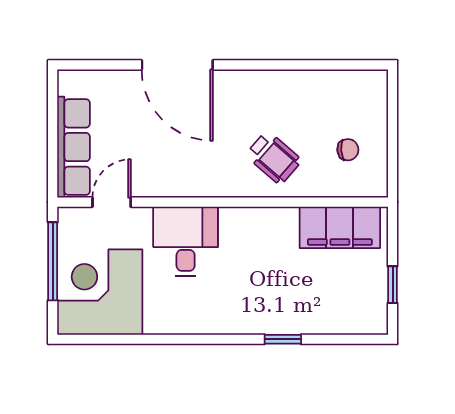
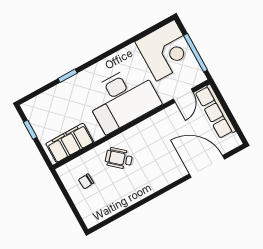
door: (177, 65) -> (207, 166), moved
desk: (186, 242) -> (122, 99), width x1.87, depth x1.30

